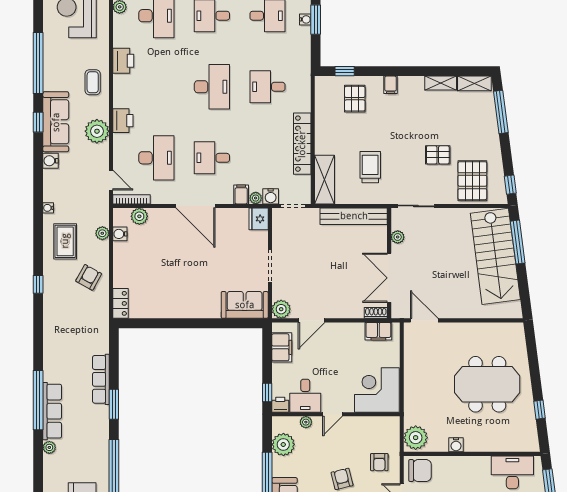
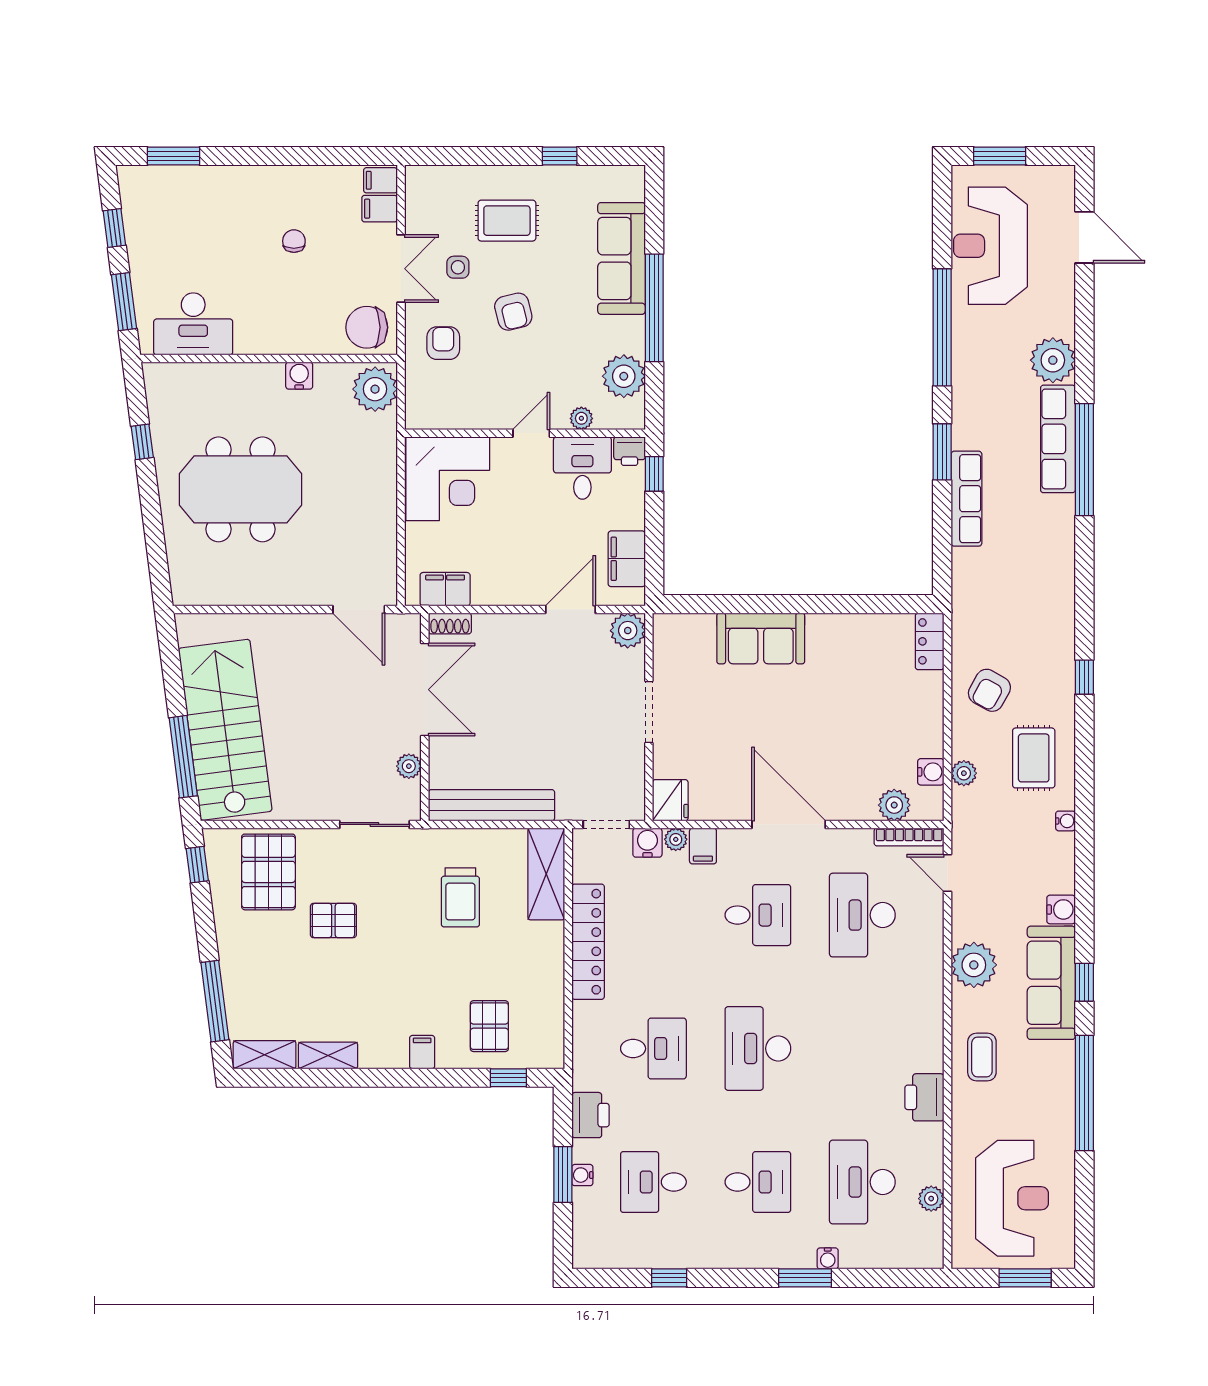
printer: (123, 121) -> (590, 1115), moved, turned 180
sofa: (245, 305) -> (761, 638), moved
plant: (49, 447) -> (1053, 360), width x1.87, depth x1.87

